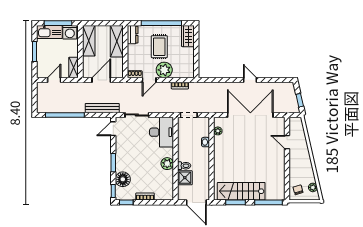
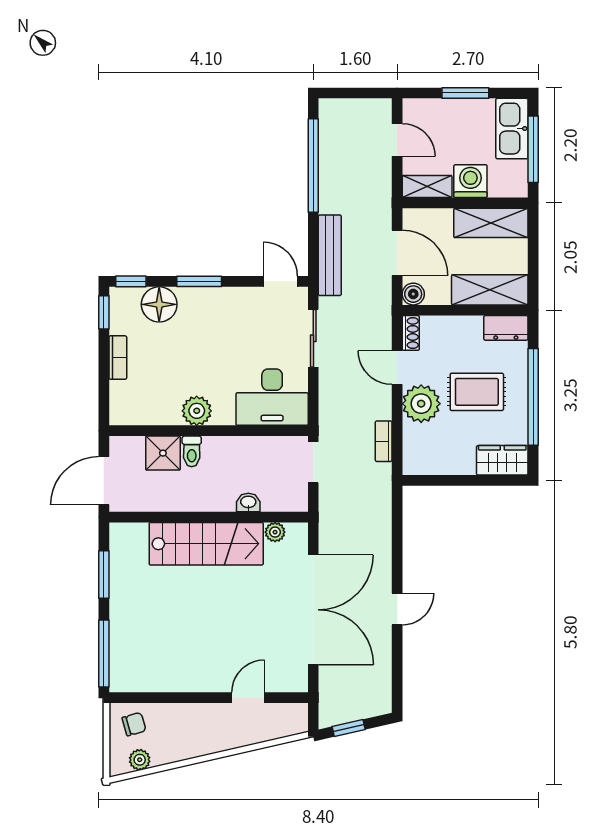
washing machine: (70, 32) -> (470, 181), moved, turned 90
boiler: (118, 73) -> (413, 294), added
stairs: (241, 191) -> (206, 544), moved, turned 90

